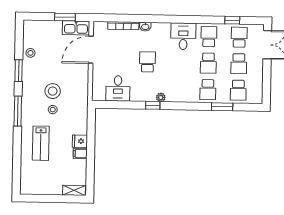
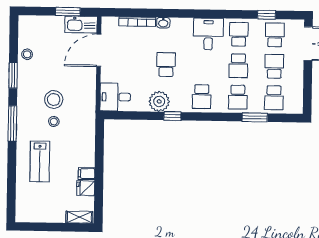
school desk: (239, 64) -> (274, 66), turned 180
desk: (118, 88) -> (115, 97), moved, turned 90
school desk: (177, 89) -> (202, 97), added
plant: (161, 97) -> (159, 101), moved, width x1.87, depth x1.87
fridge: (80, 141) -> (86, 188), moved

